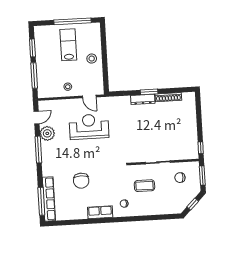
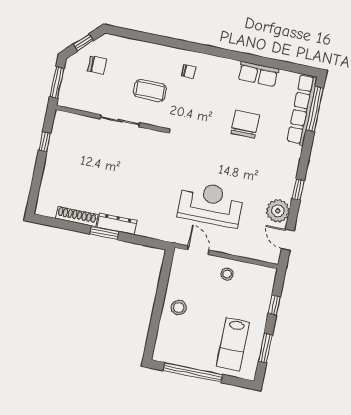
lab bench: (68, 45) -> (233, 344), moved
window: (34, 76) -> (274, 305), width x0.46
door: (36, 117) -> (288, 240), hinge flipped
reception desk: (89, 127) -> (211, 204), turned 180
window: (201, 148) -> (45, 142), moved
window: (38, 150) -> (298, 190), width x0.46
chair: (180, 178) -> (97, 65), moved
row of seats: (100, 212) -> (258, 74), moved

